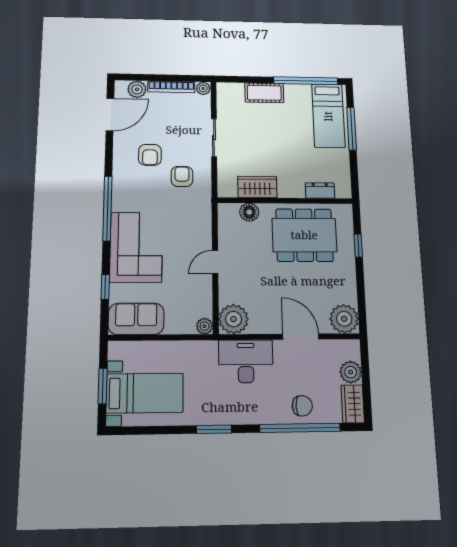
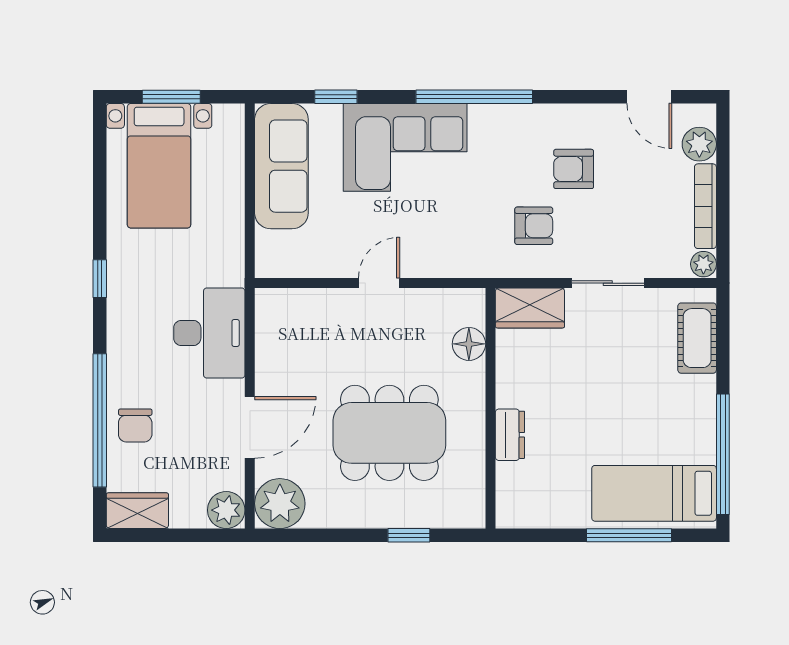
cot: (264, 93) -> (697, 338), moved
door: (110, 115) -> (649, 97), width x0.73
wardrobe: (257, 187) -> (530, 308), moved, turned 90
dresser: (320, 190) -> (510, 435), moved
dining table: (304, 235) -> (389, 433), moved, turned 90
door: (215, 262) -> (379, 283), hinge flipped
sofa: (136, 319) -> (281, 166), width x1.36
plant: (234, 319) -> (280, 313), removed
plant: (205, 326) -> (269, 264), removed
plant: (351, 372) -> (226, 510), moved
window: (214, 429) -> (100, 279), width x0.67

